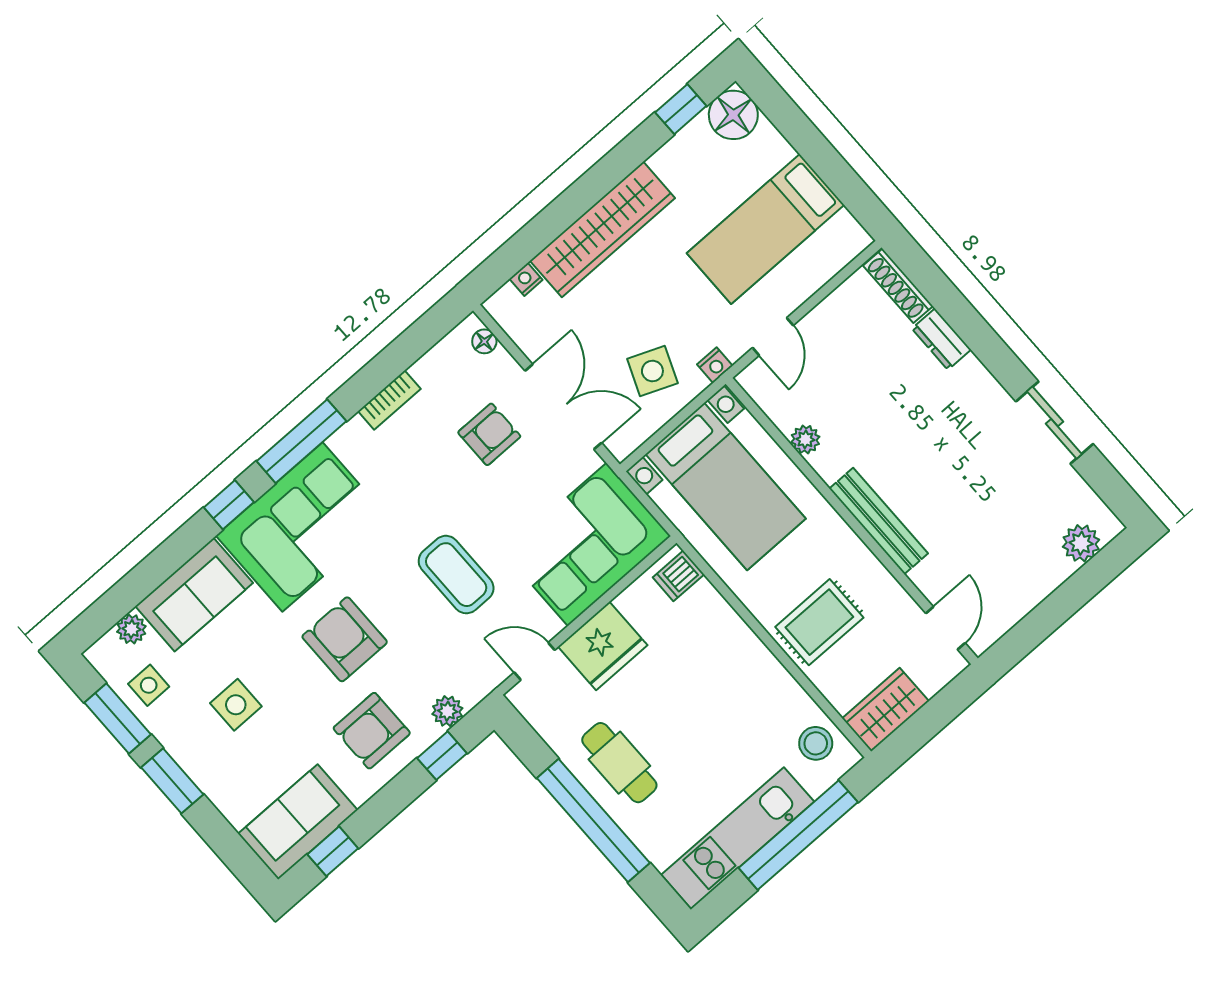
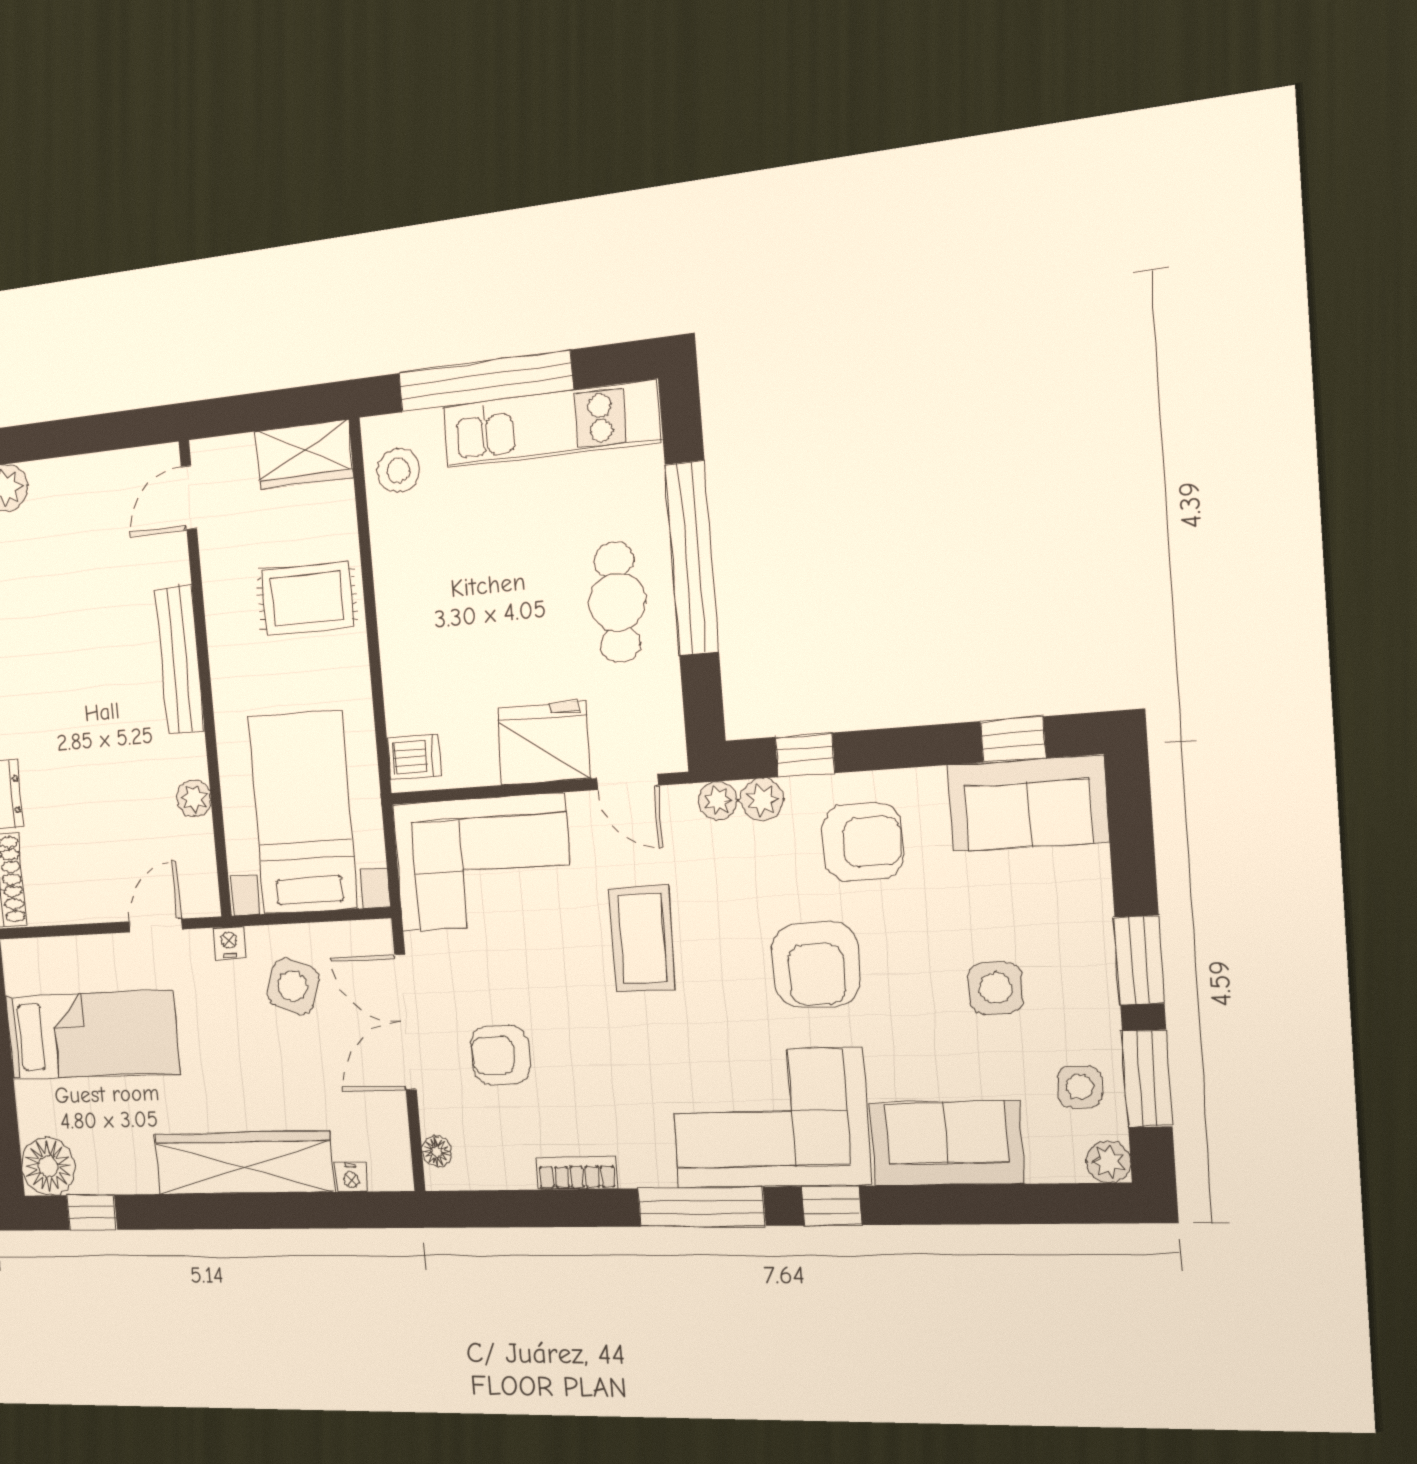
plant: (131, 629) -> (1108, 1162), moved
plant: (473, 691) -> (718, 801), added

